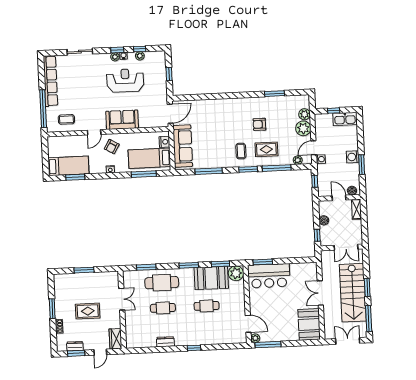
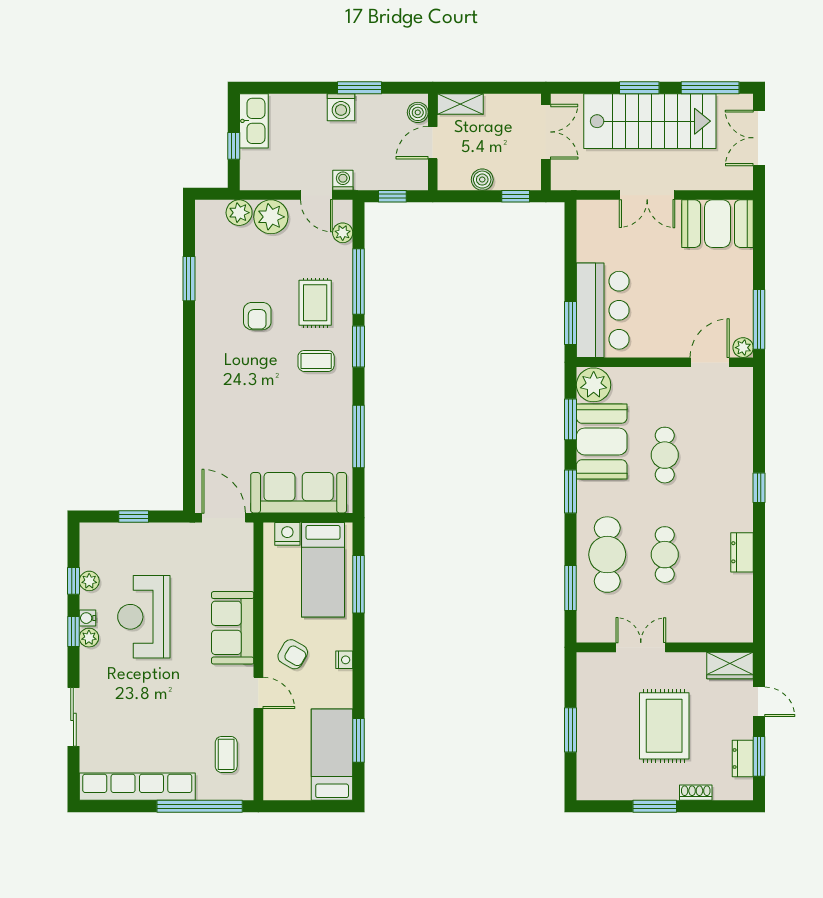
rug: (88, 311) -> (664, 726), width x1.36, depth x1.43

